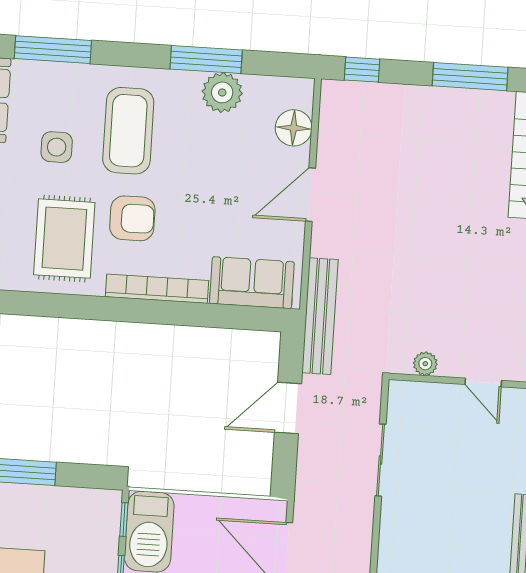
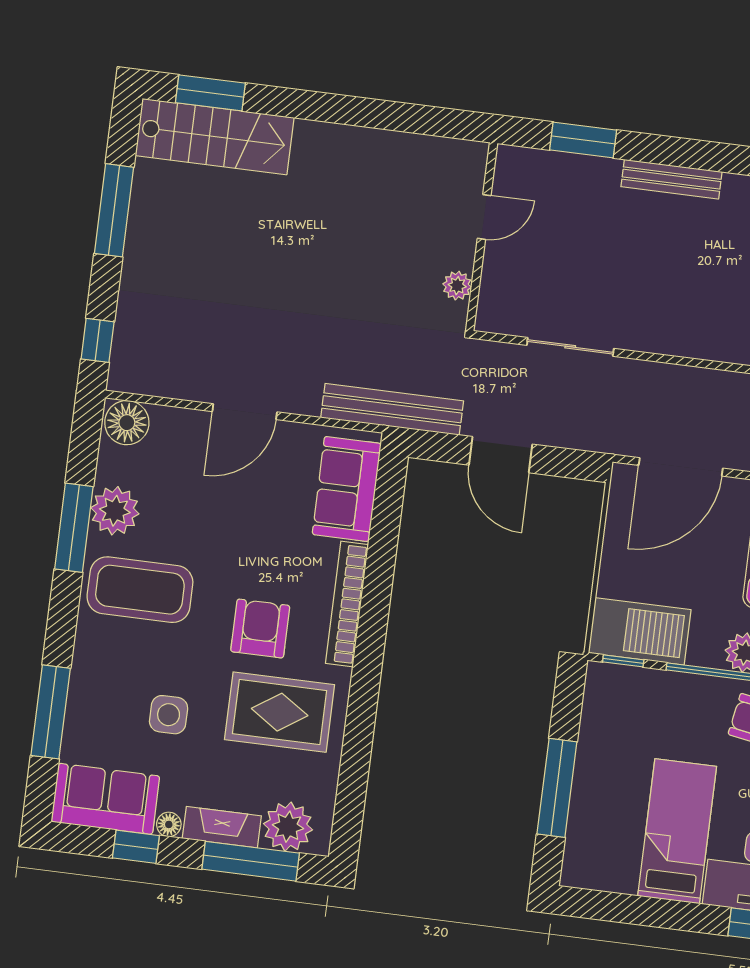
floor lamp: (294, 128) -> (127, 423), moved
coffee table: (128, 131) -> (140, 590), moved
door: (310, 195) -> (245, 412), hinge flipped

